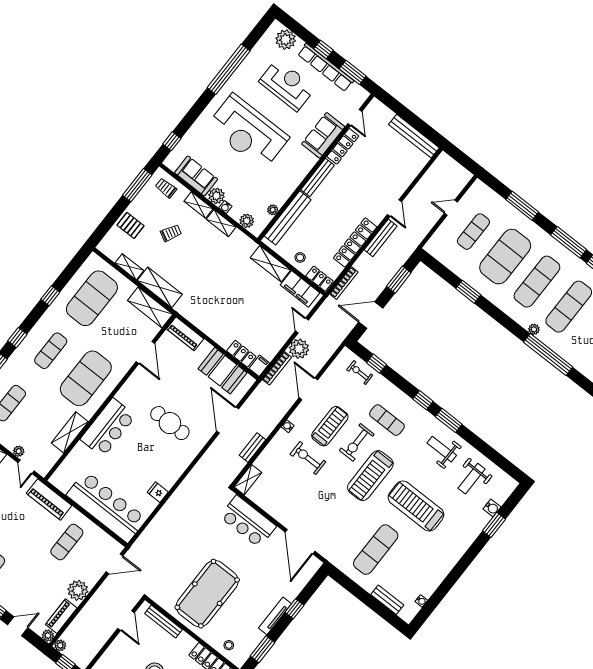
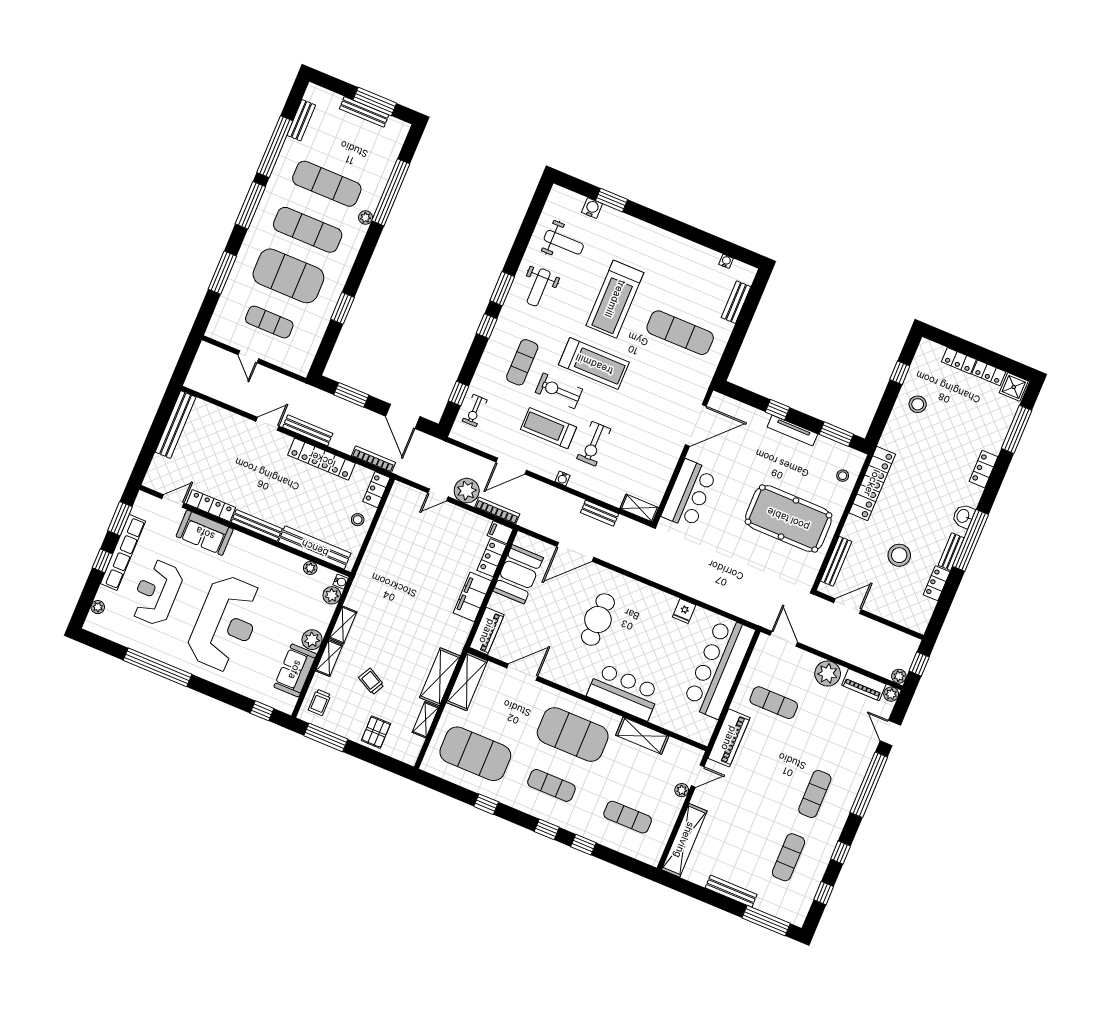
plant: (286, 40) -> (98, 607), width x0.53, depth x0.53
water cooler: (225, 207) -> (341, 582), moved
shelving: (270, 264) -> (375, 553), removed
filing cabinet: (300, 289) -> (472, 597), moved, turned 180
exercise bike: (357, 442) -> (559, 391), turned 180

